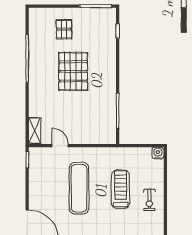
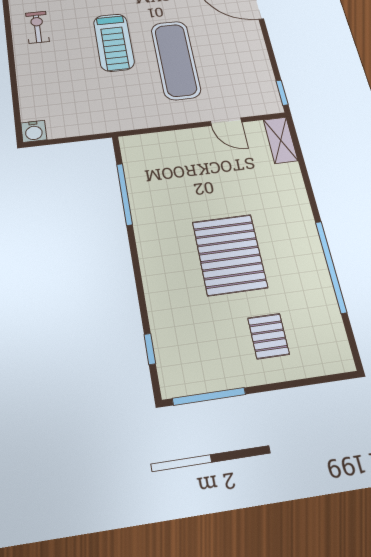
treadmill: (120, 189) -> (114, 42), moved
exercise bike: (149, 200) -> (37, 27), moved

